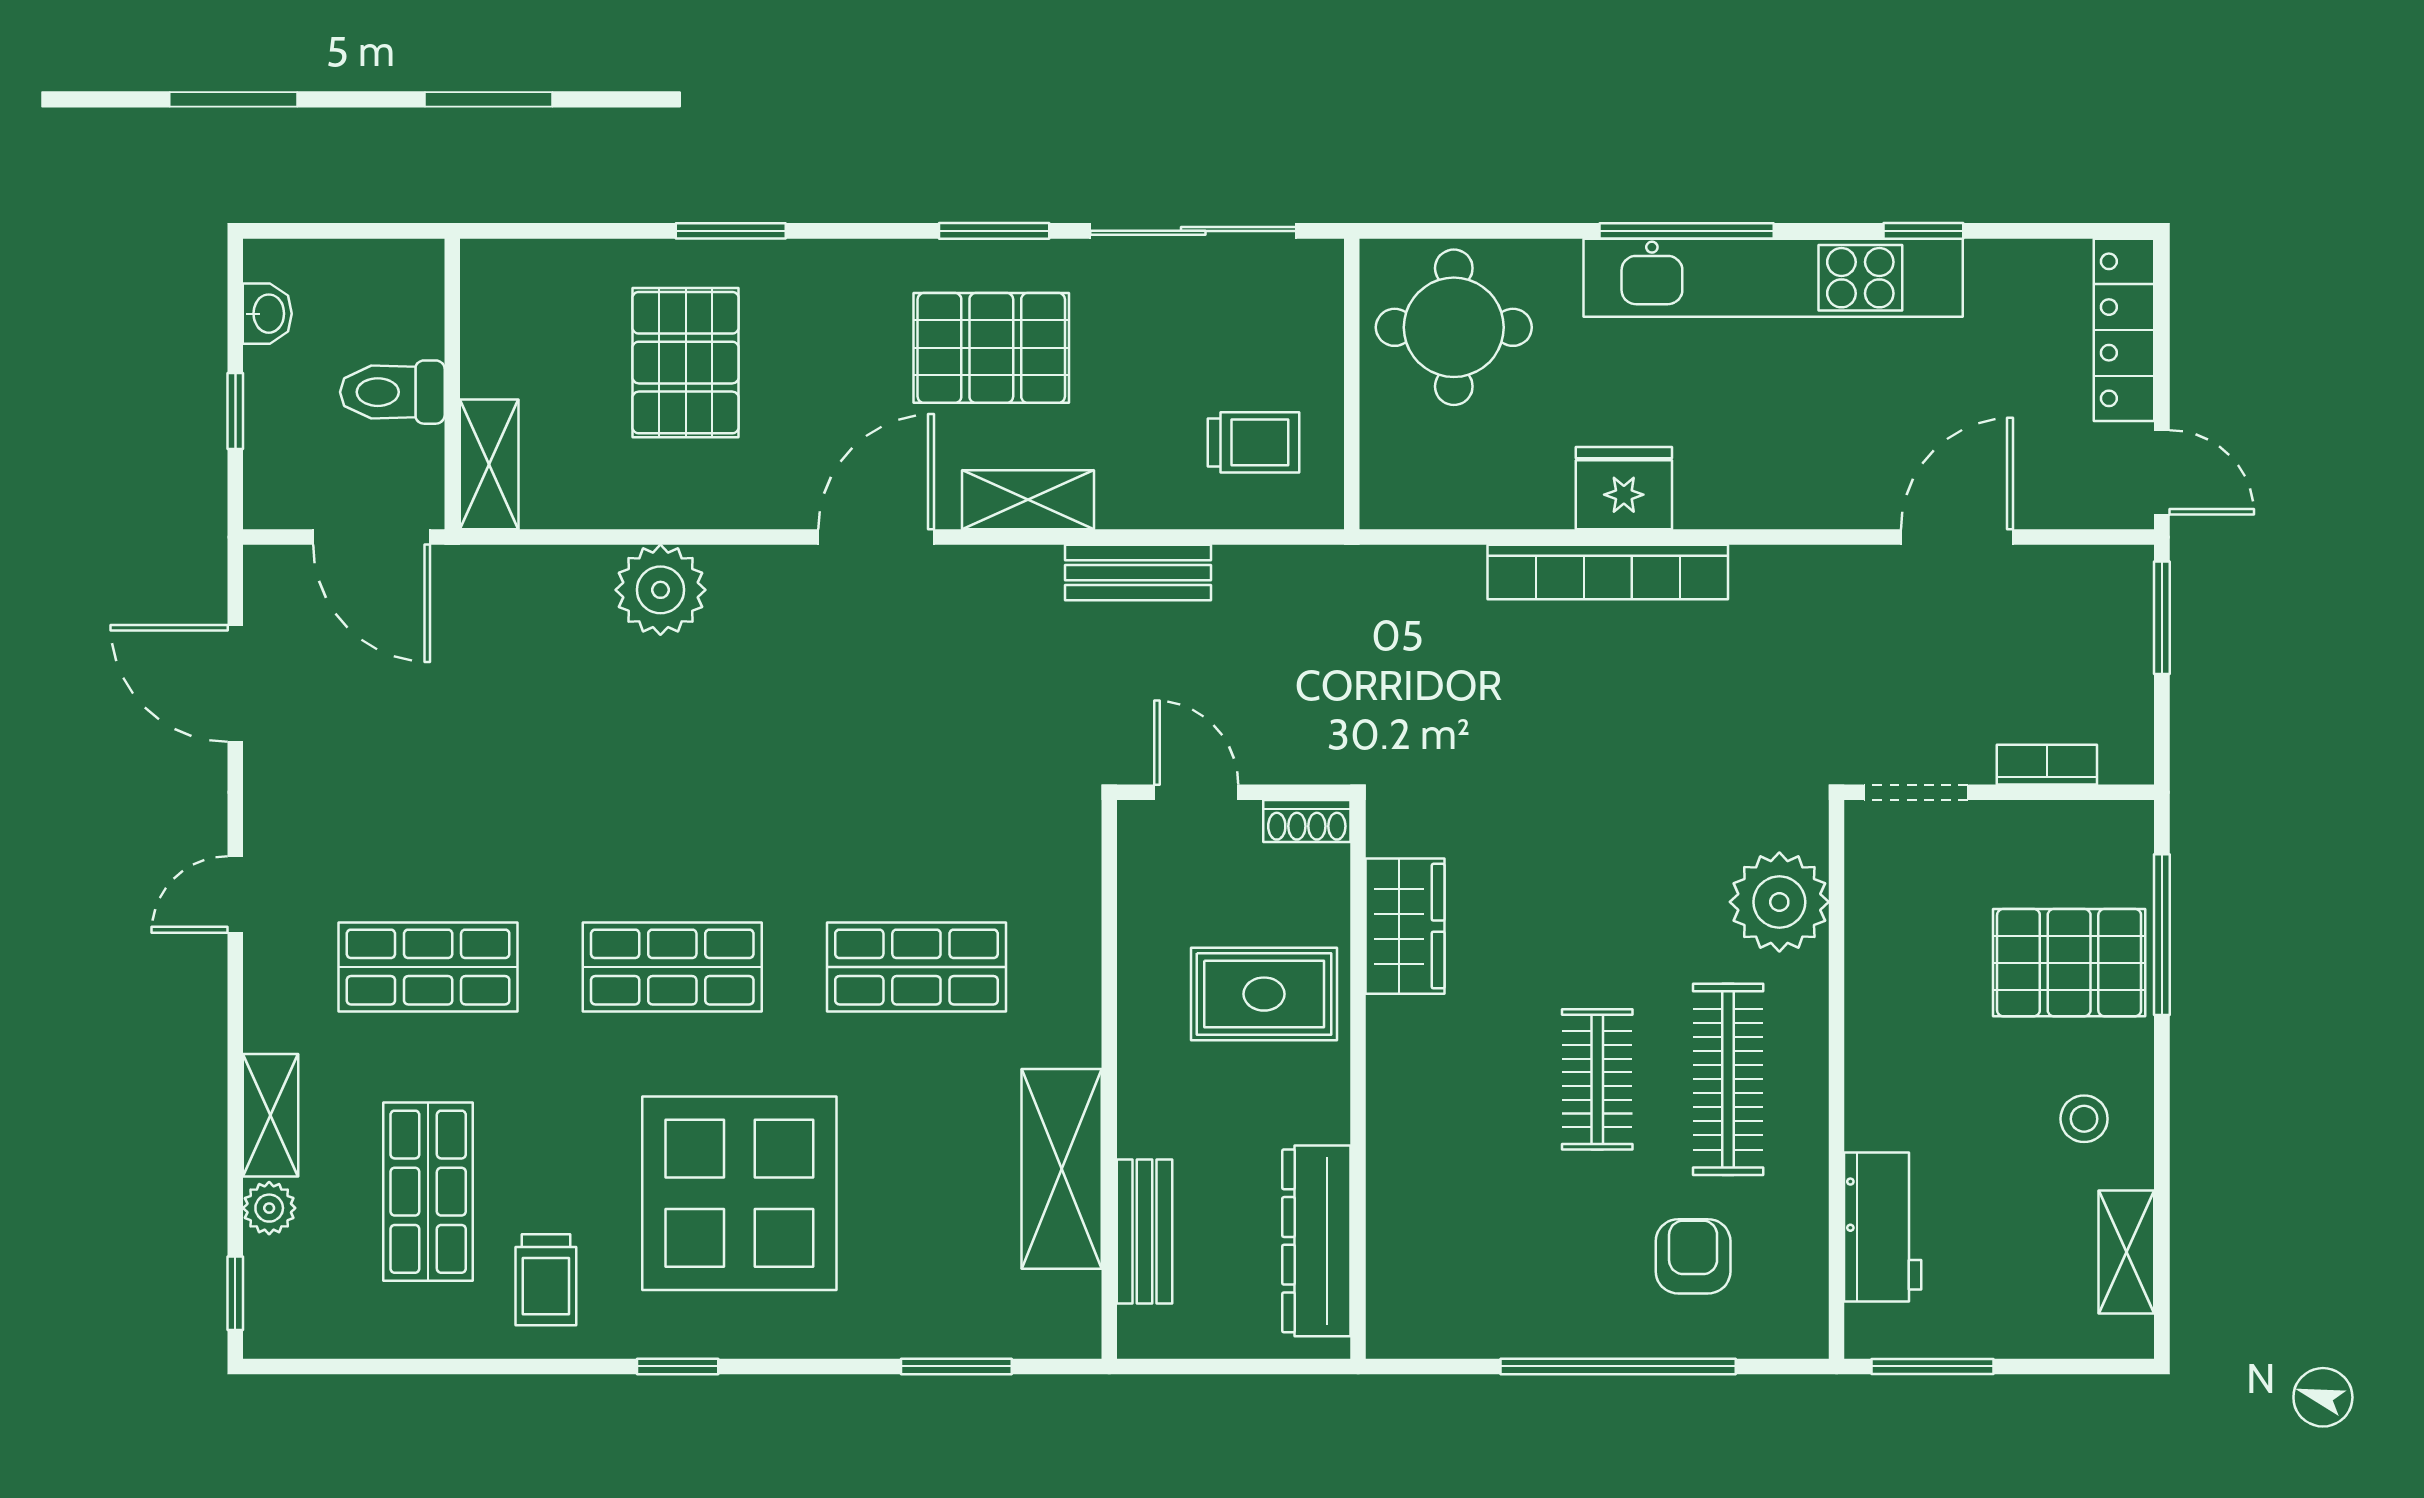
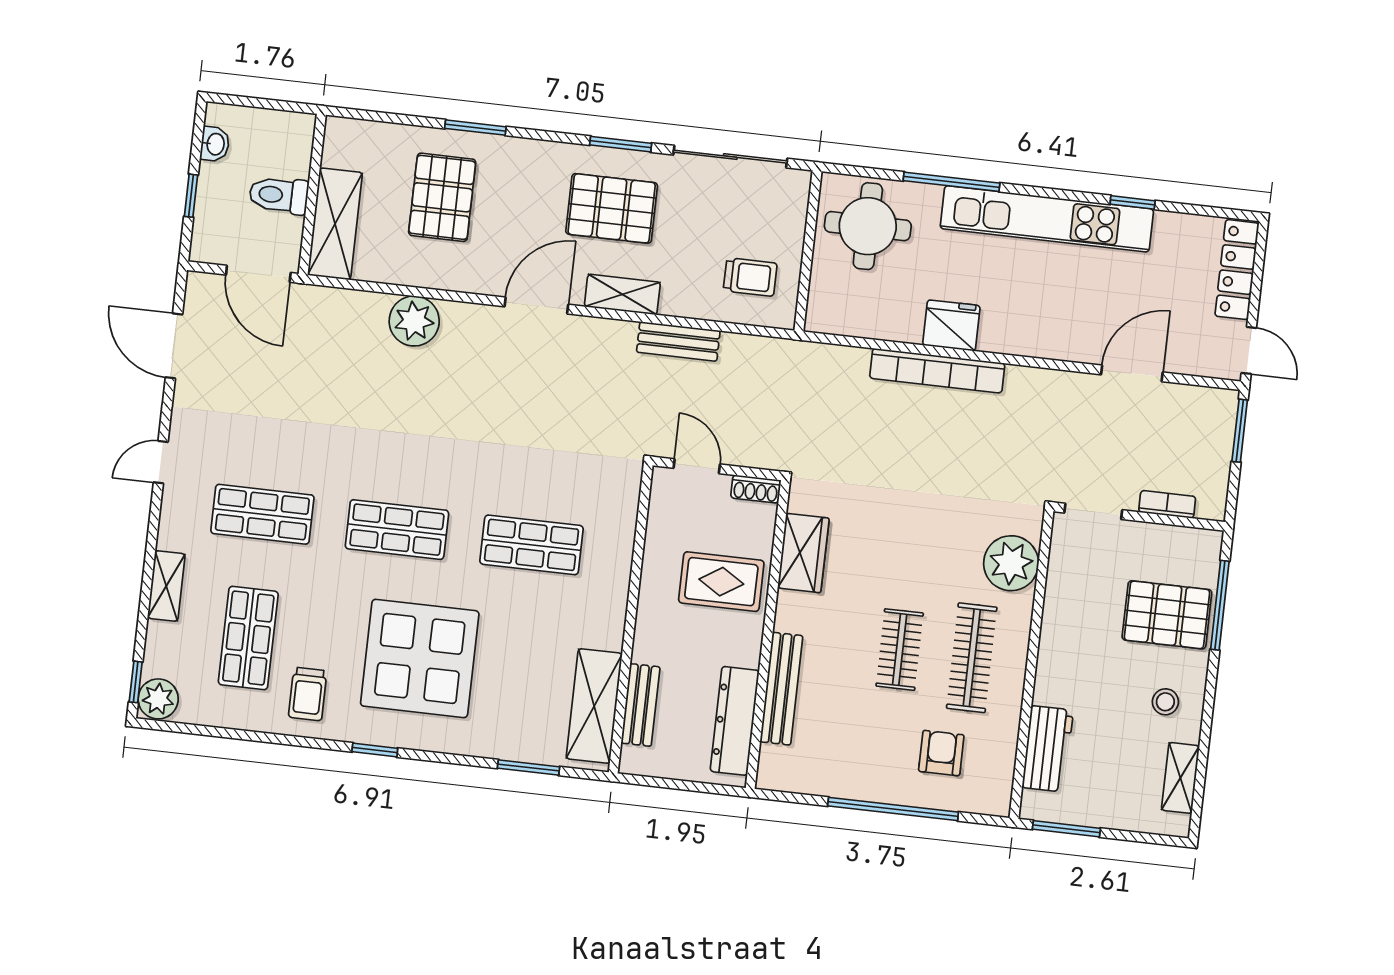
window: (1687, 231) -> (951, 182), moved
shelving: (489, 464) -> (335, 224), width x1.50, depth x1.33
shelving: (1062, 1169) -> (594, 706), moved
bench: (1394, 1174) -> (781, 689), added
plant: (269, 1208) -> (158, 699), moved, width x1.38, depth x1.38

